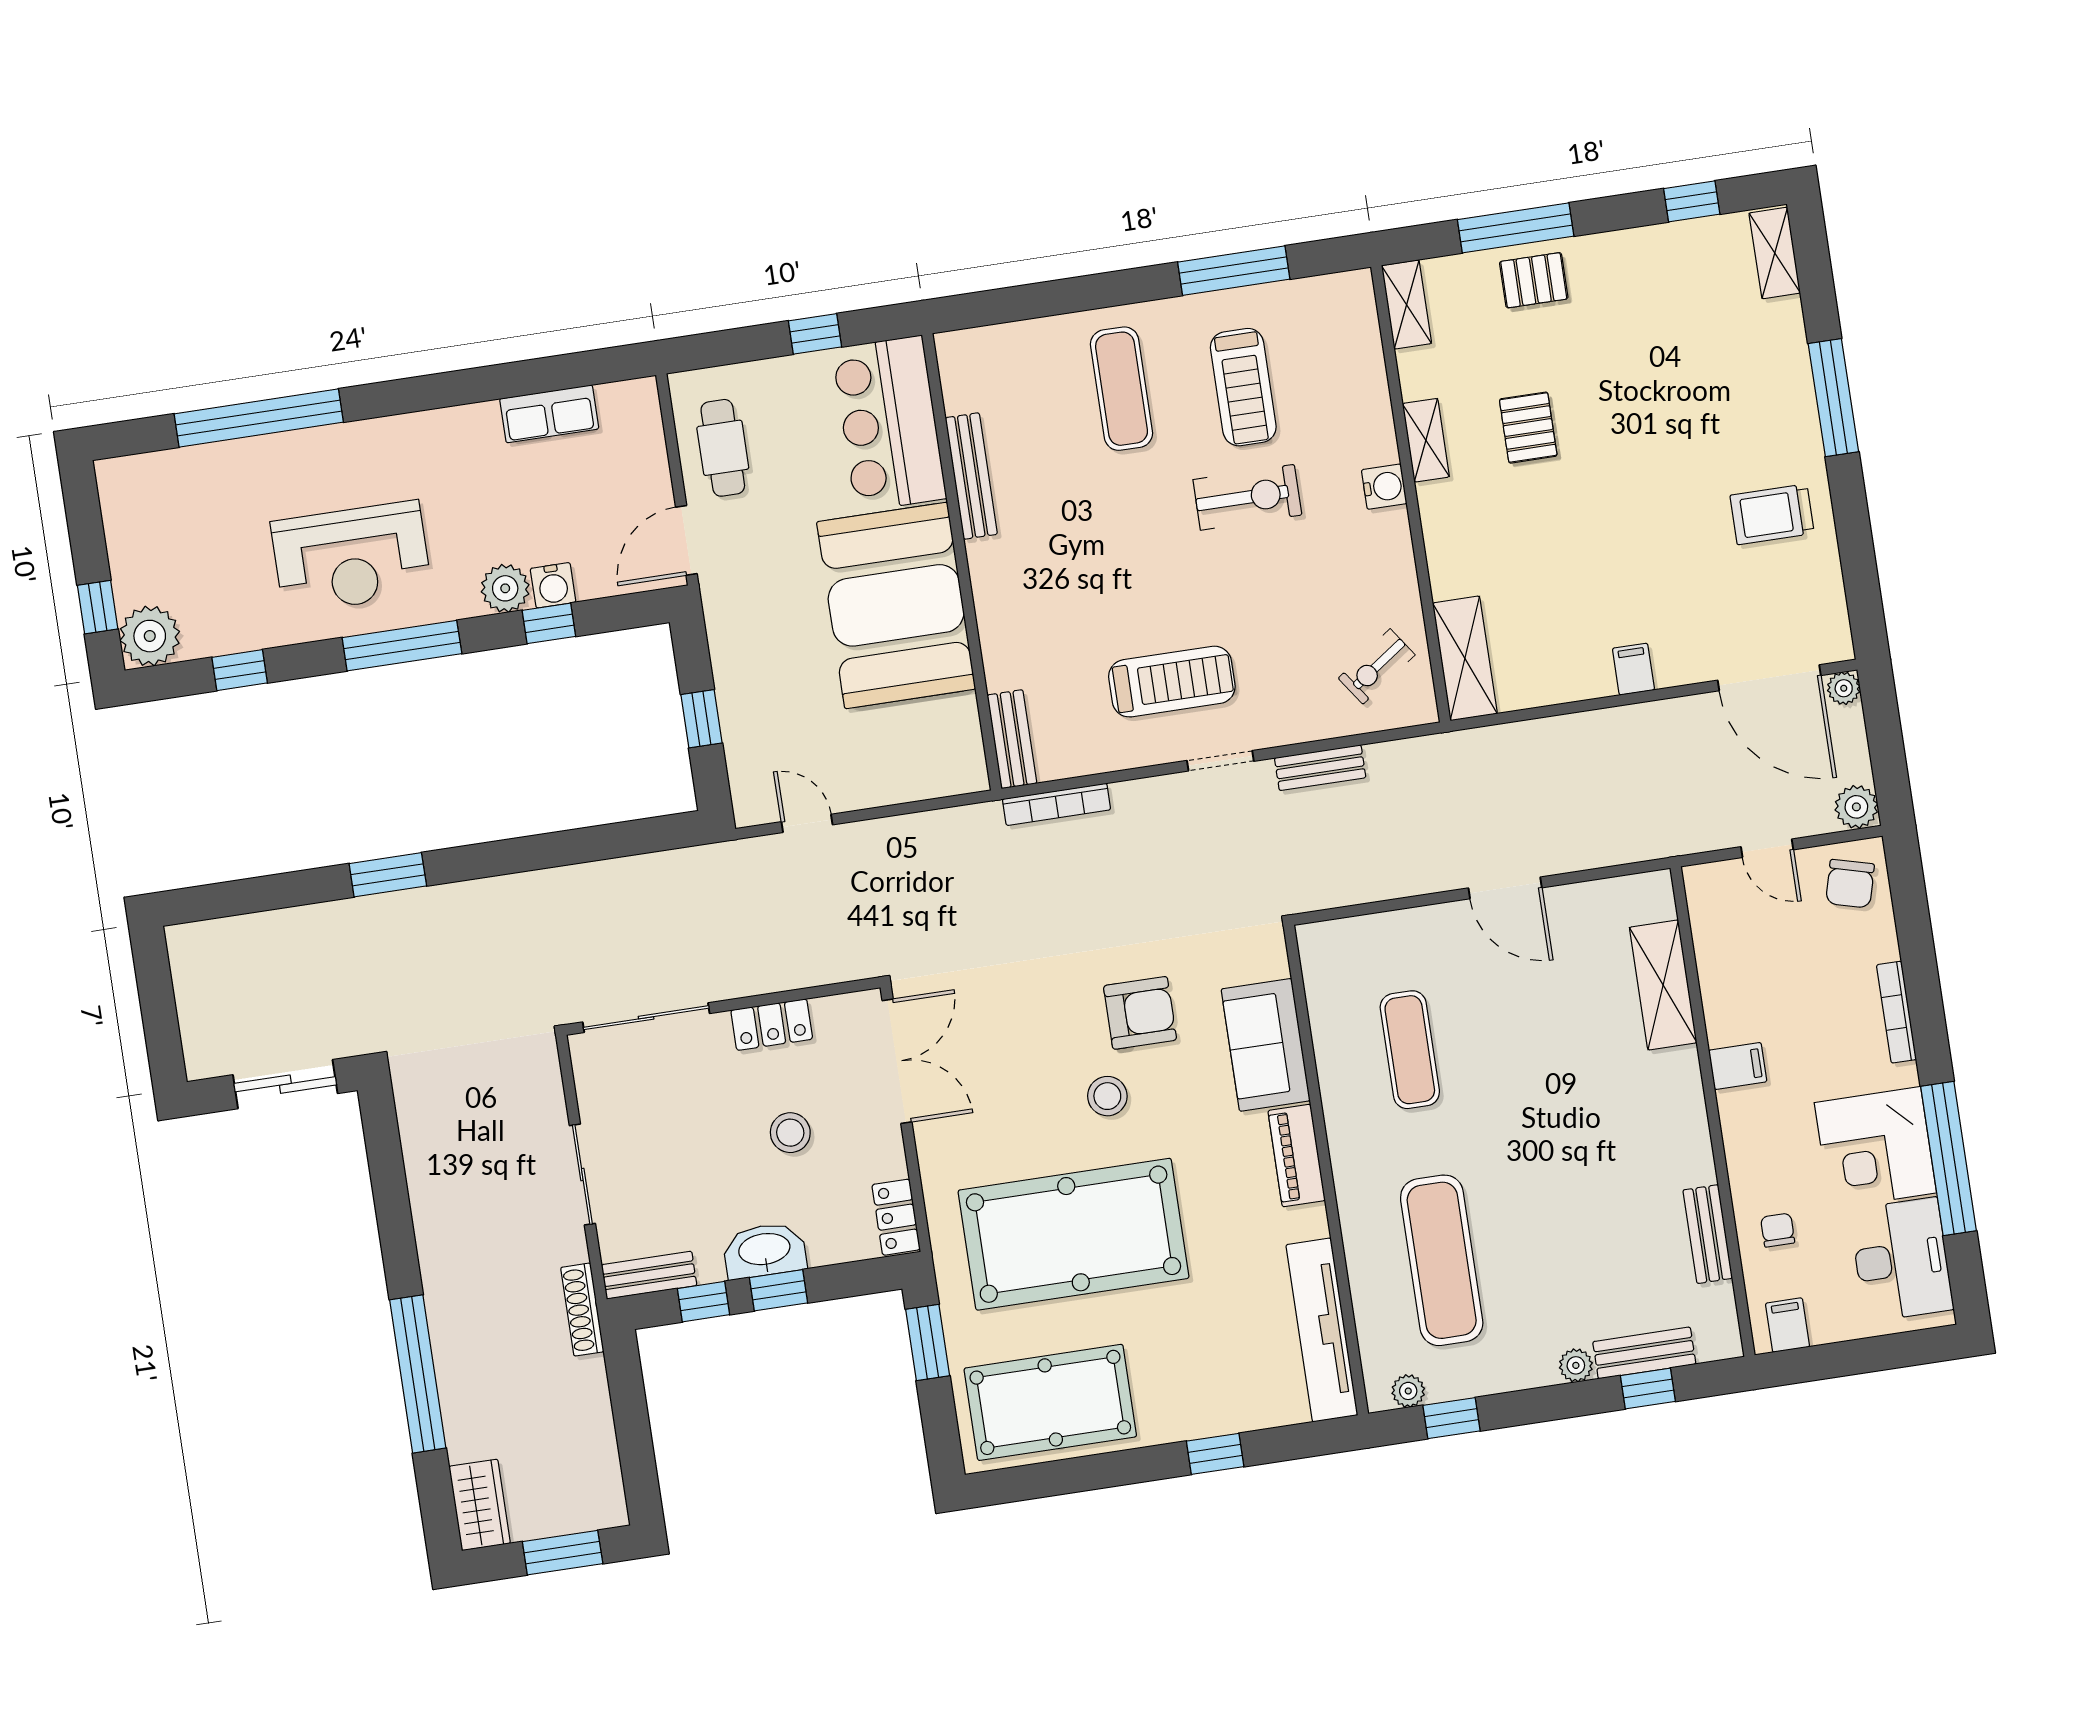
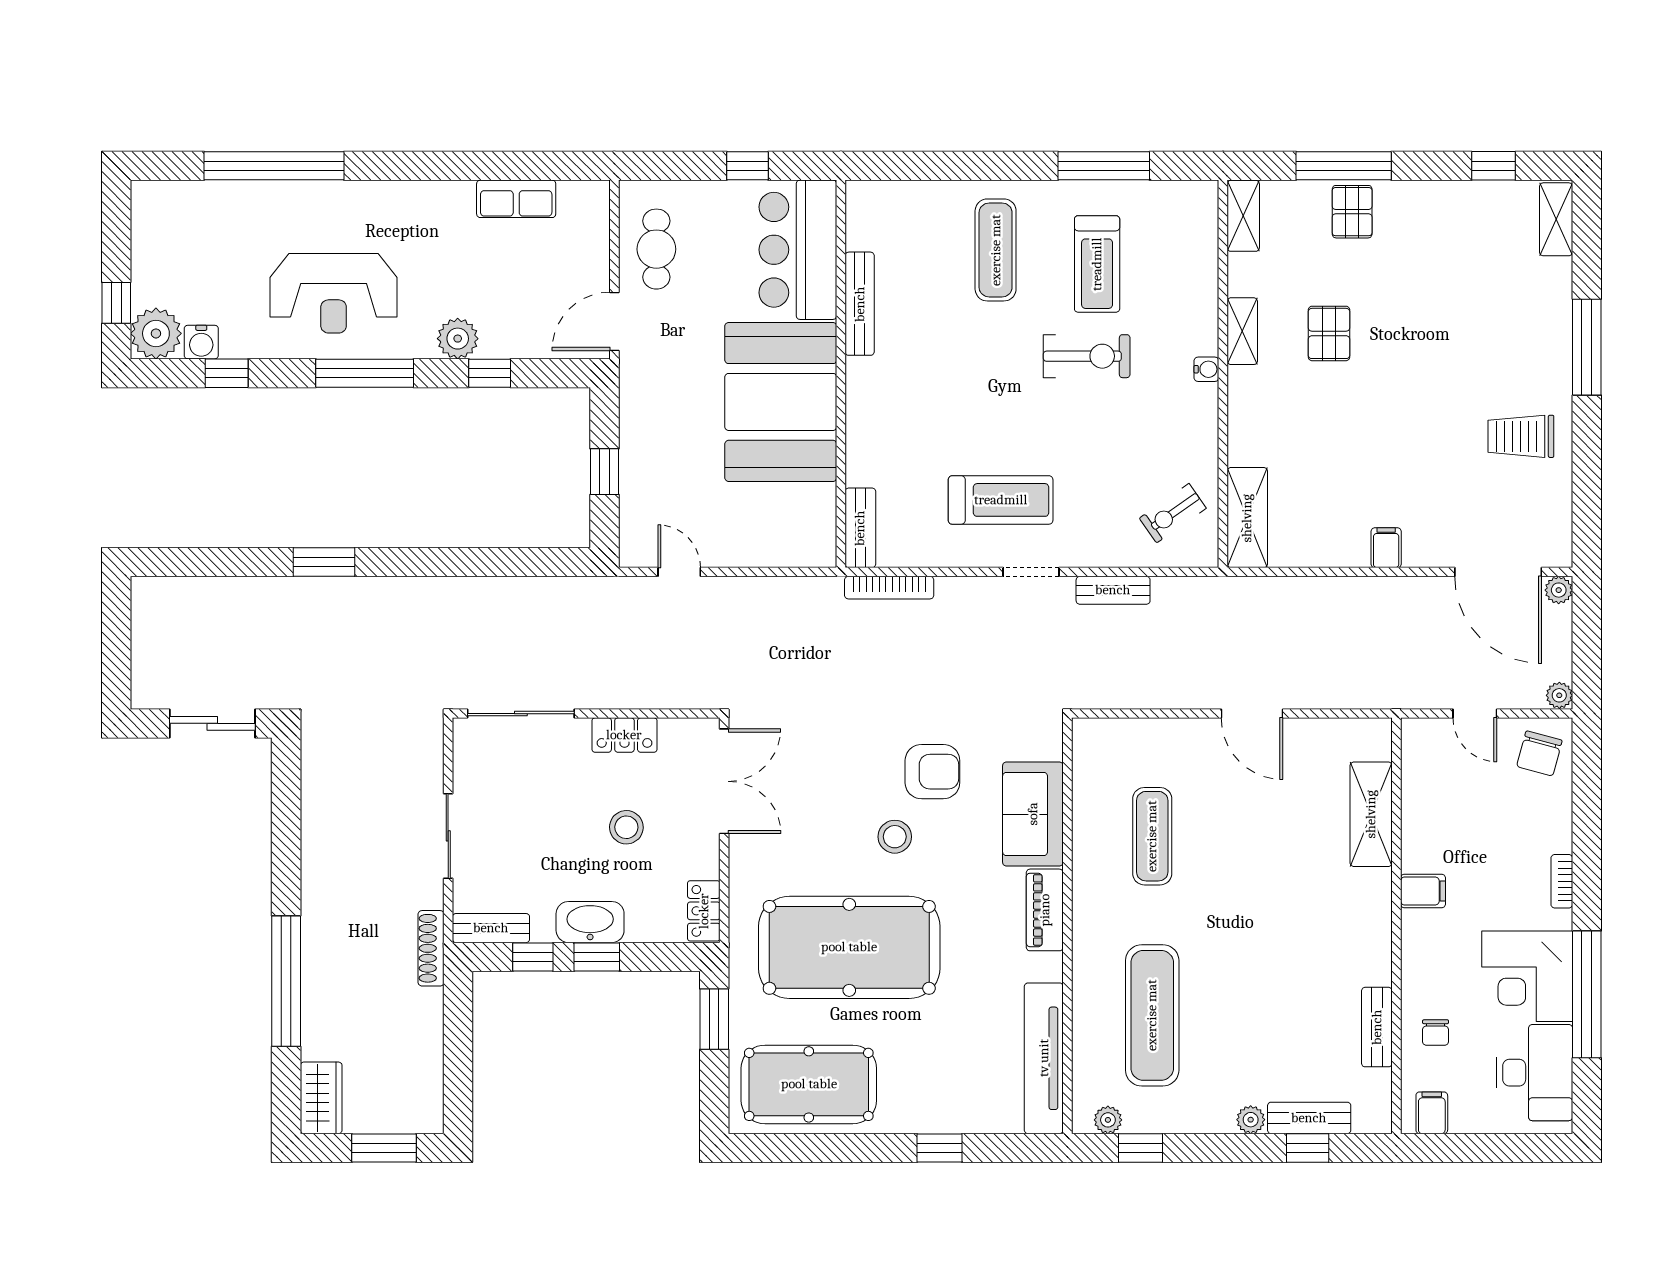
pallet: (1534, 280) -> (1352, 212), turned 90
water cooler: (1384, 487) -> (1206, 369), width x0.72, depth x0.72
water cooler: (553, 585) -> (201, 342), moved
plant: (1856, 807) -> (1559, 695), width x0.73, depth x0.73
bookcase: (1896, 1012) -> (1562, 881), width x0.64
chair: (1778, 1230) -> (1436, 1033), turned 180

